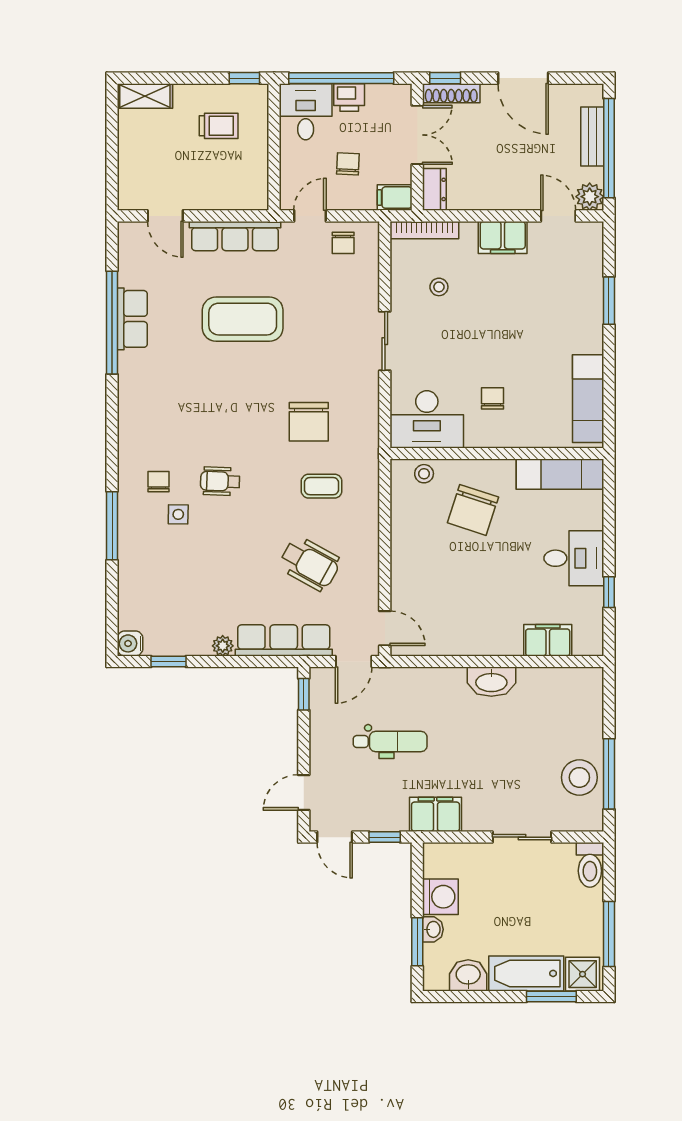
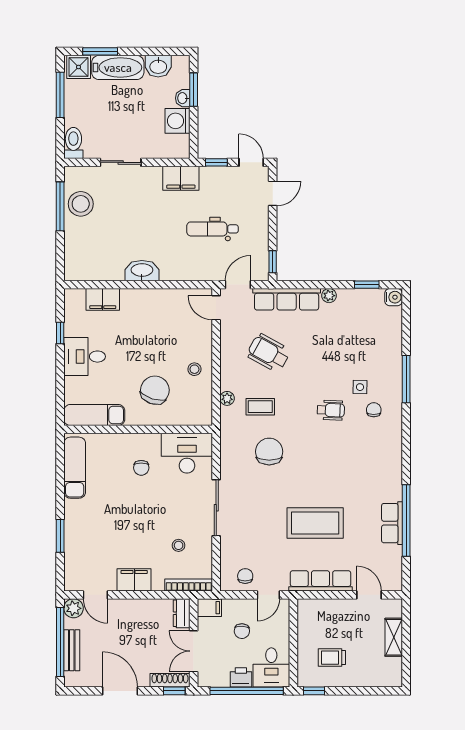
shelving: (145, 96) -> (394, 637), moved, turned 90
sliding door: (385, 341) -> (216, 508), width x1.37
stool: (424, 474) -> (194, 369), moved
chair: (159, 482) -> (374, 410), turned 180
plant: (369, 498) -> (227, 398), added

